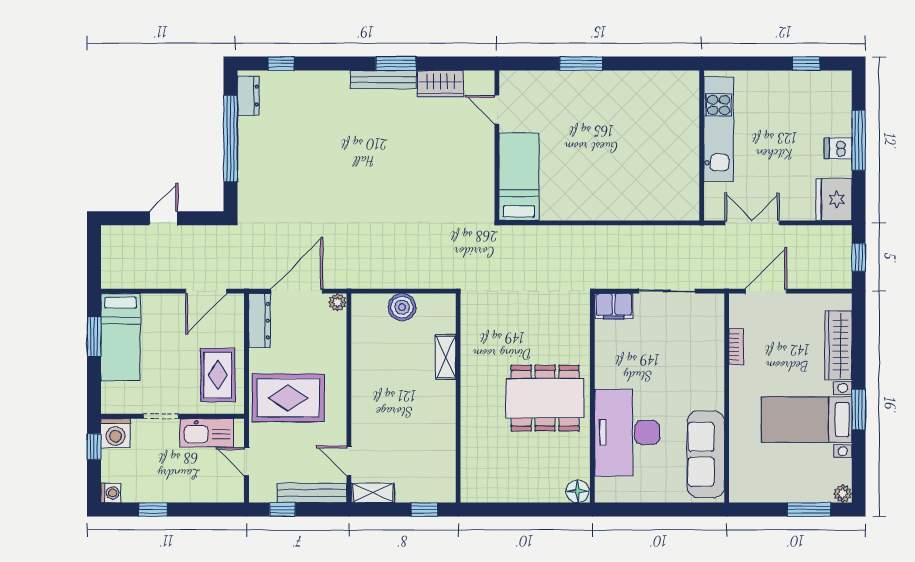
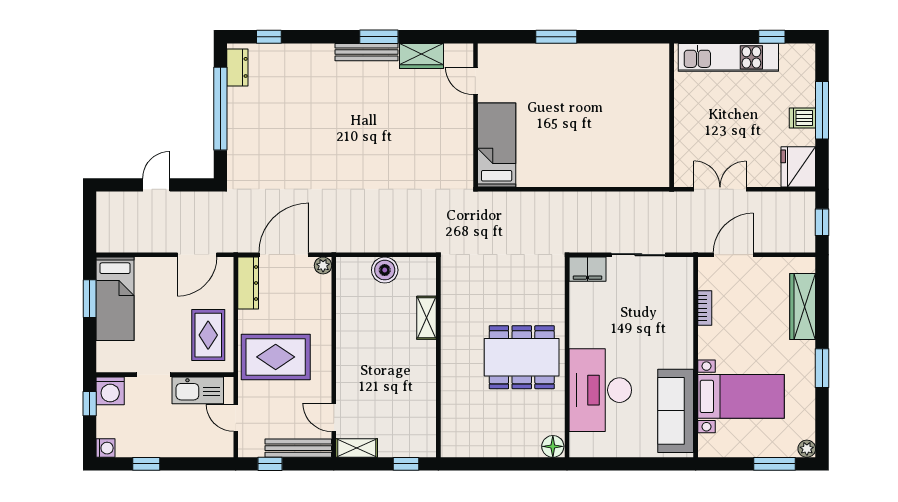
kitchen unit: (719, 129) -> (728, 57), moved, turned 90
bed with nightstands: (807, 420) -> (741, 396), moved, turned 180

